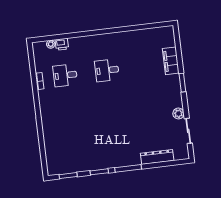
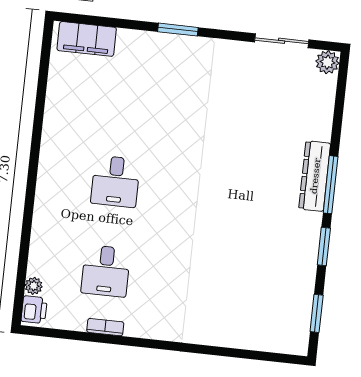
printer: (62, 44) -> (34, 310), moved
filing cabinet: (171, 61) -> (87, 39), moved
plant: (178, 113) -> (327, 62), moved
dresser: (157, 157) -> (315, 176), moved

